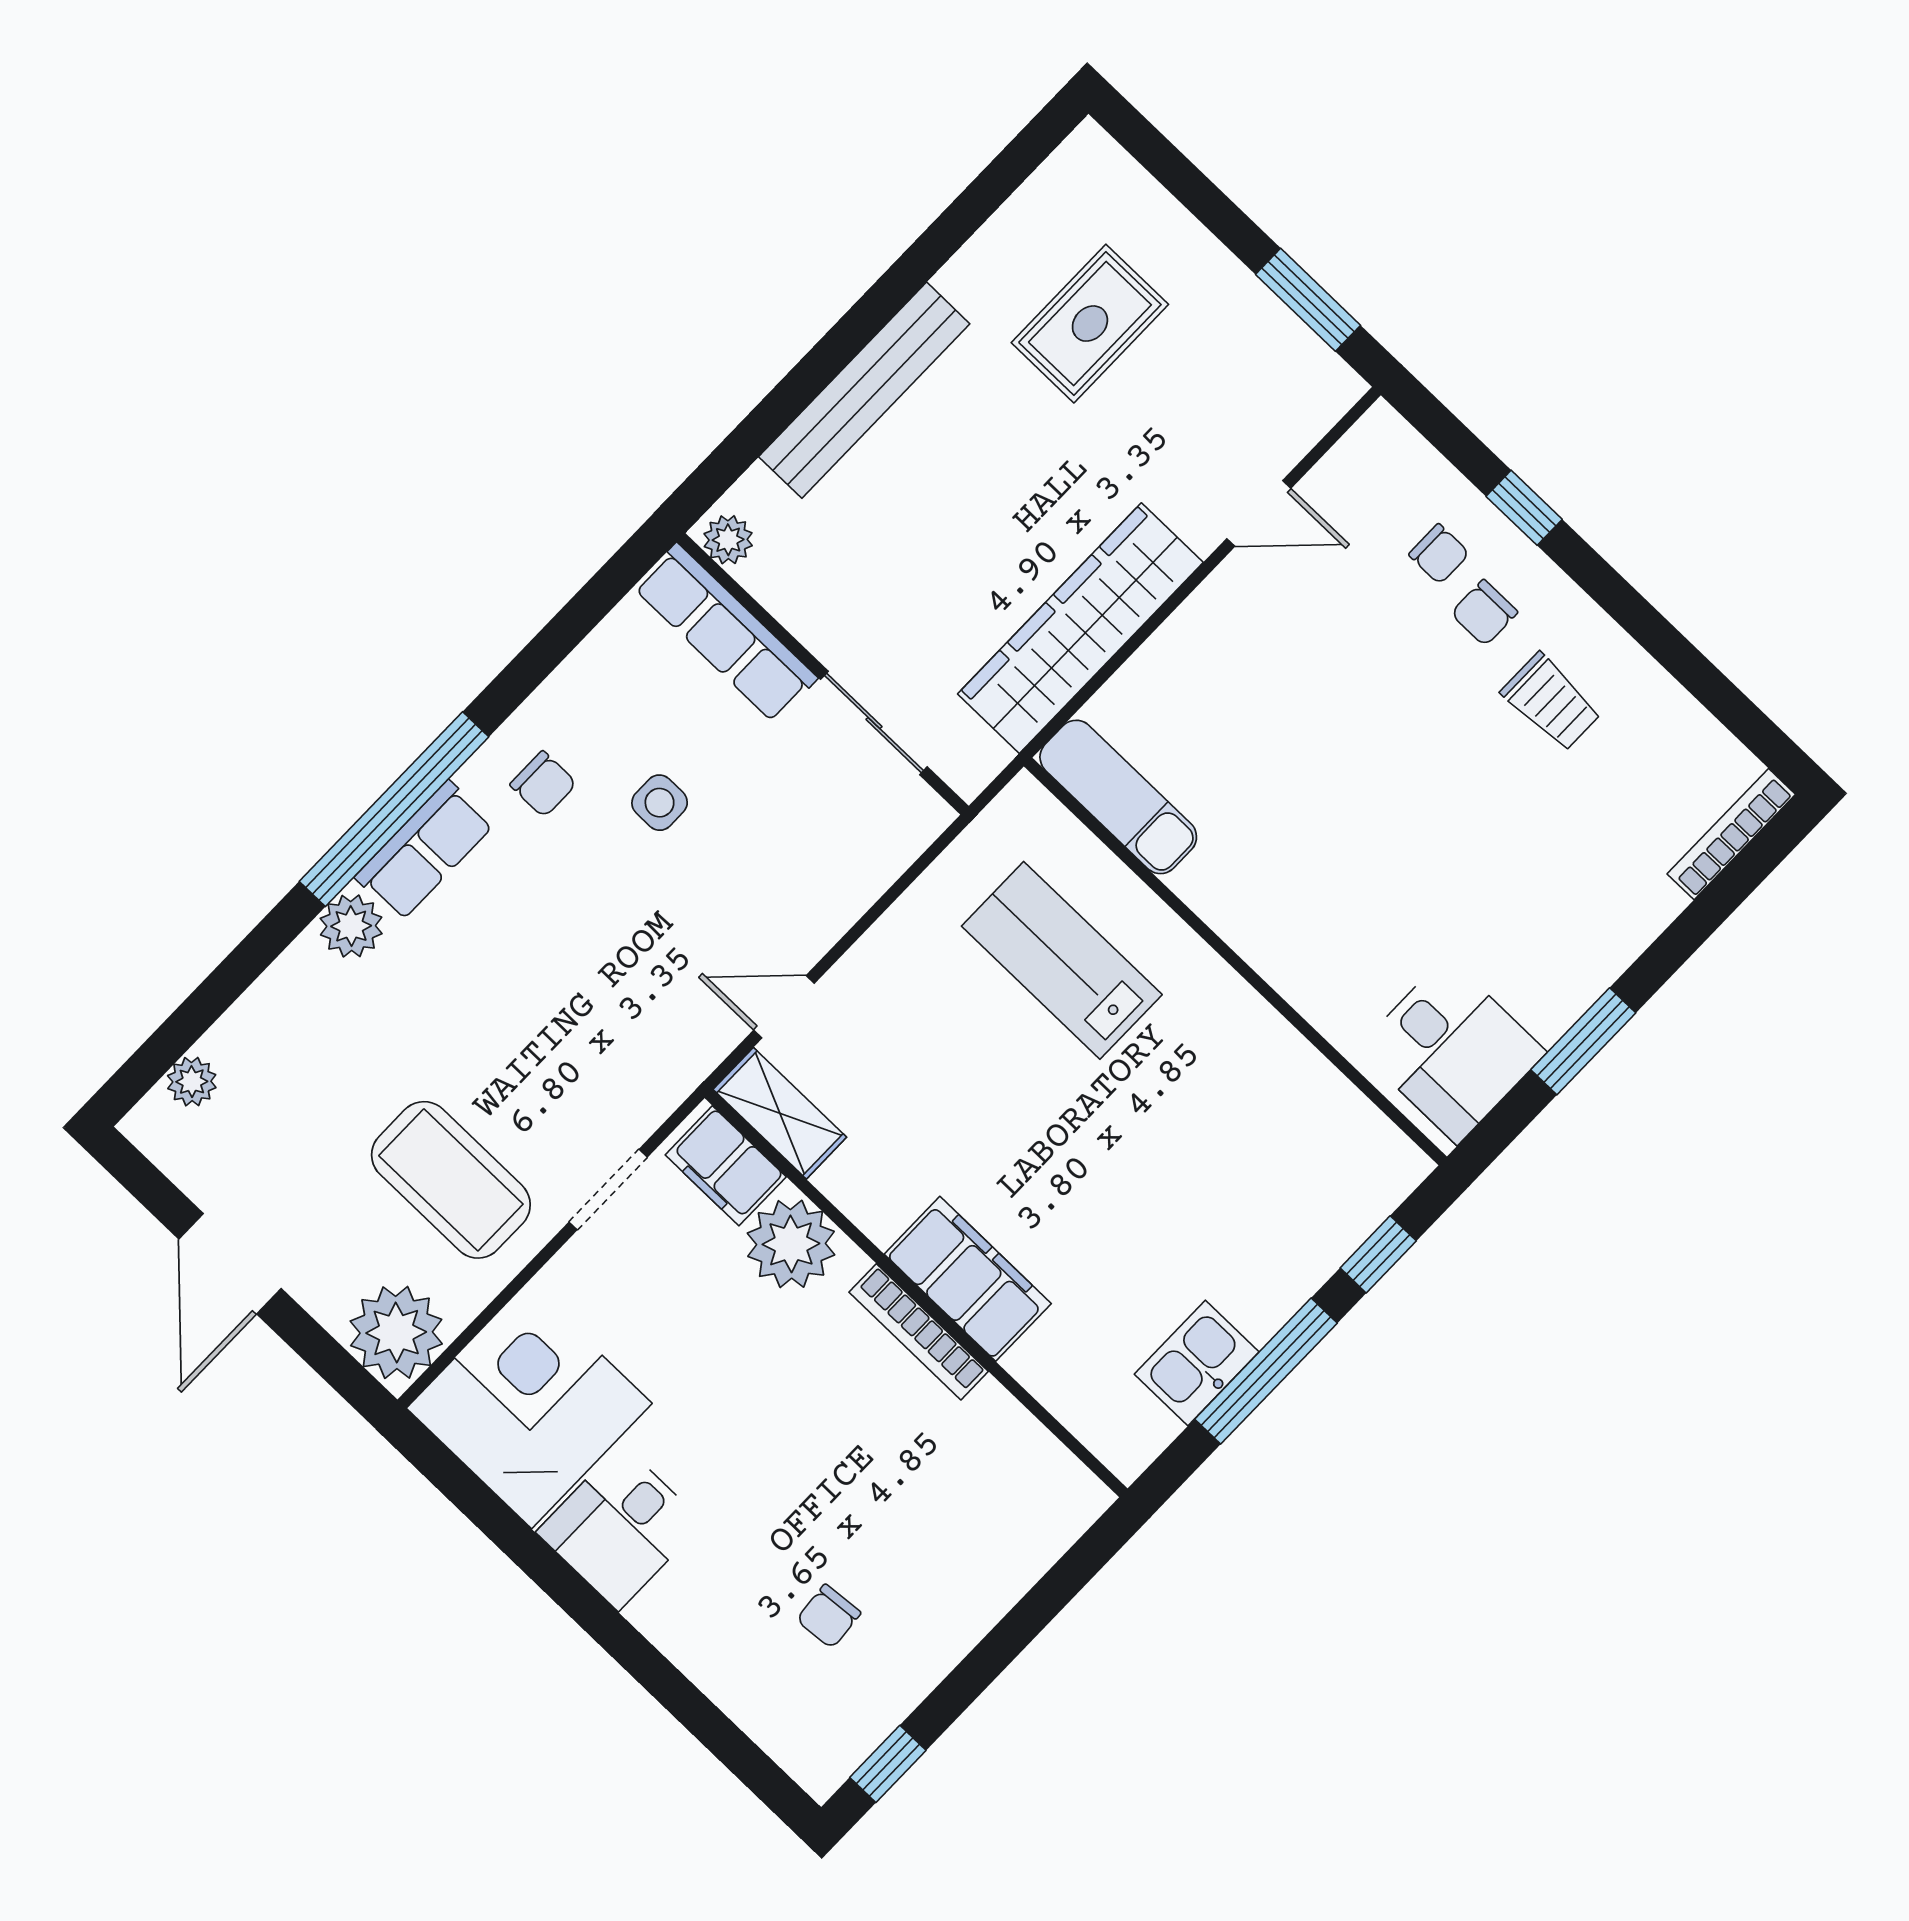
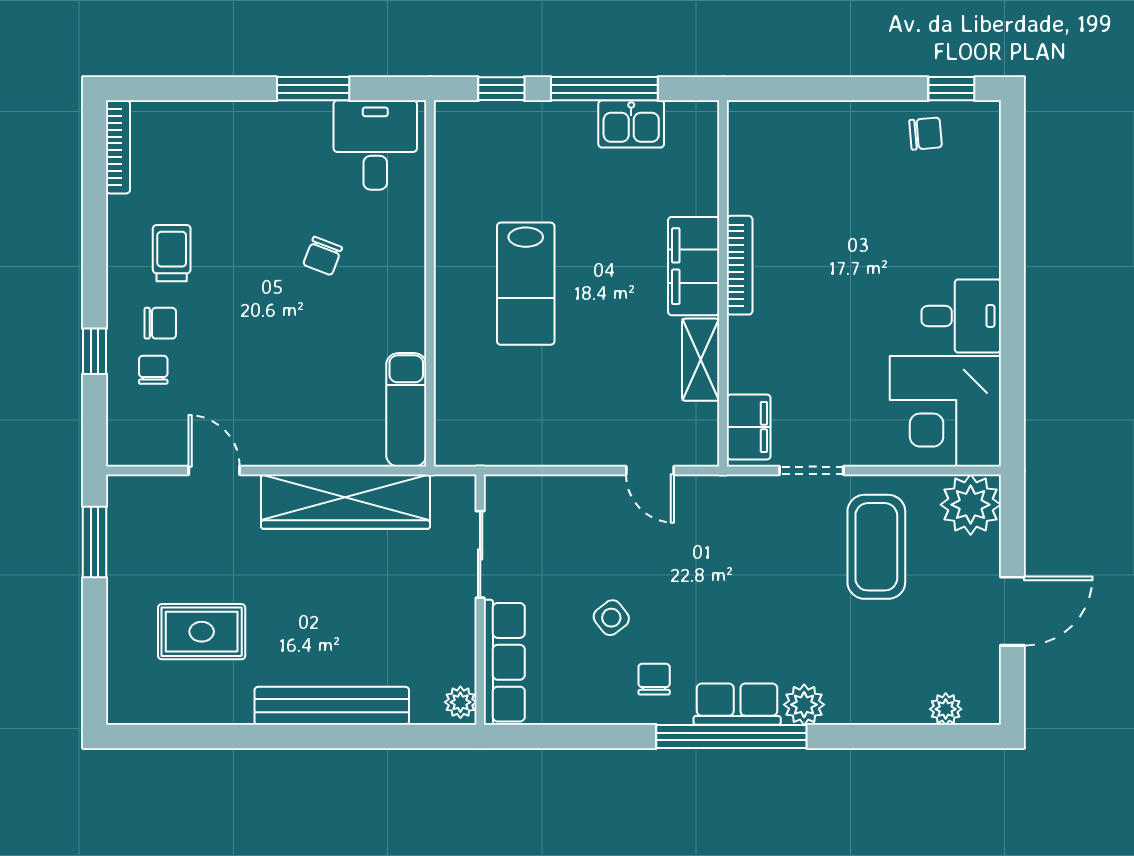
side table: (660, 803) -> (611, 618), turned -38
bookcase: (1731, 834) -> (118, 147), moved, turned -90
chair: (1383, 870) -> (323, 256), added
lab bench: (1062, 960) -> (526, 284), moved
shelving: (780, 1113) -> (701, 360), moved
plant: (791, 1244) -> (756, 363), removed
chair: (829, 1616) -> (926, 134), moved

